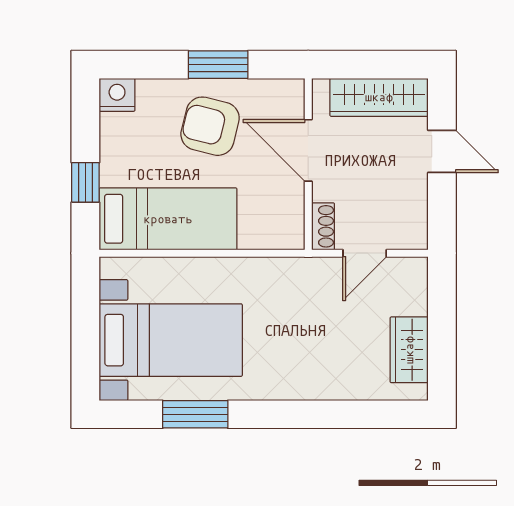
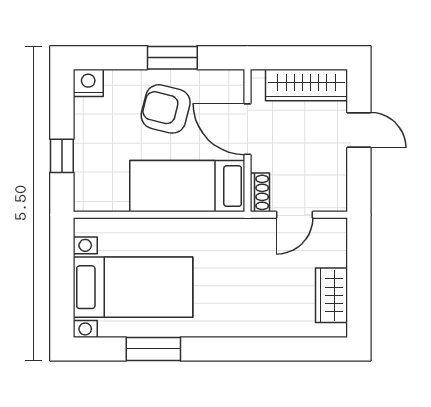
bed: (168, 219) -> (187, 186), moved, turned 180

